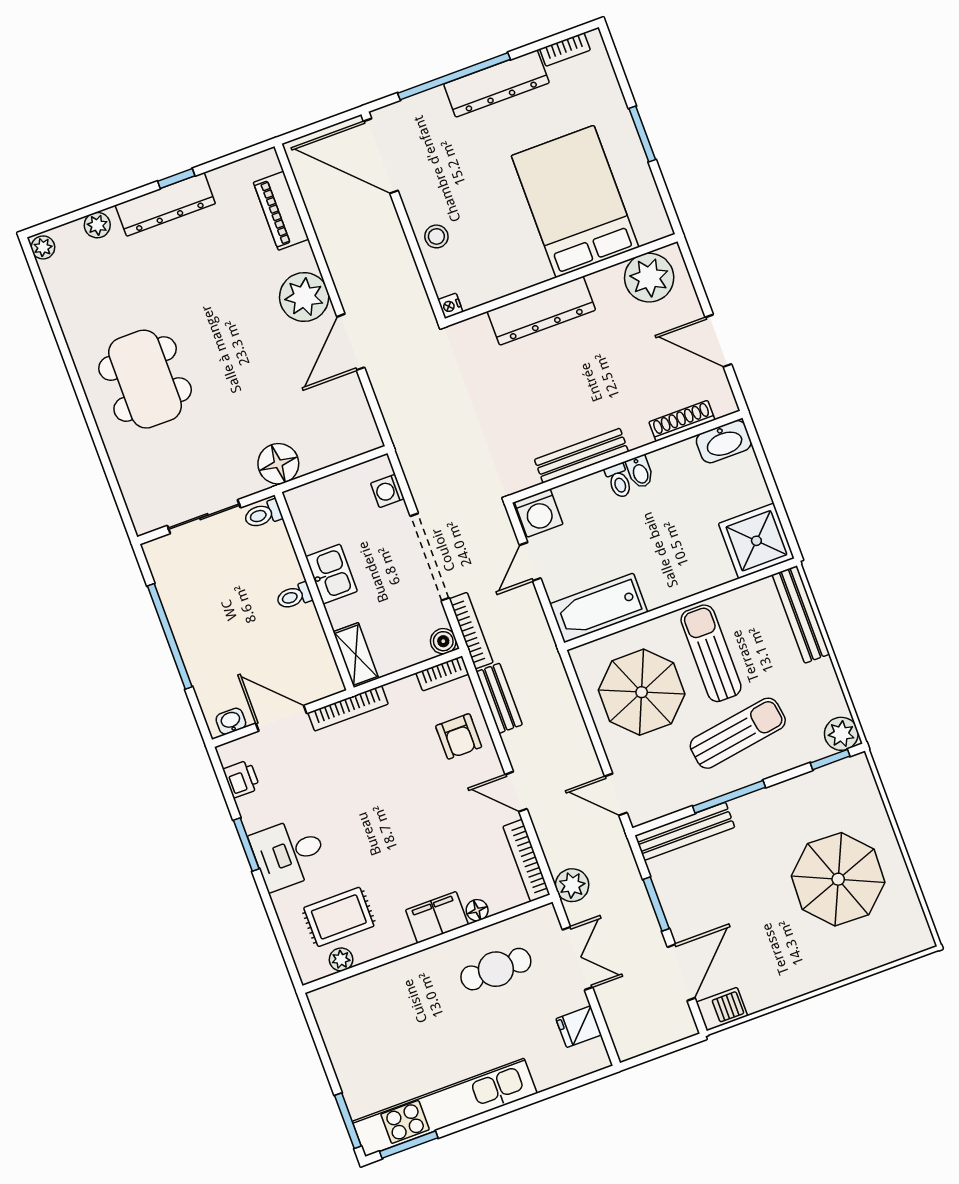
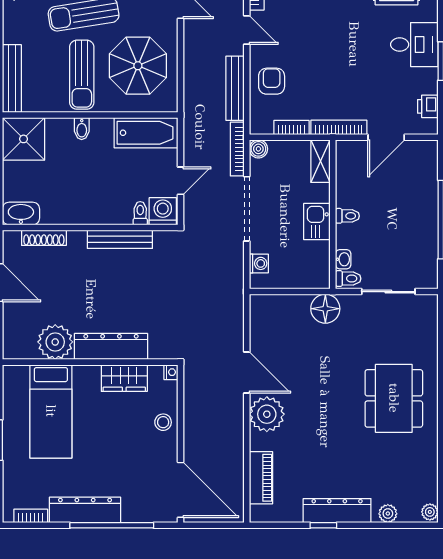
bed: (575, 201) -> (51, 411), width x0.67
wardrobe: (509, 276) -> (124, 378), added
plant: (649, 278) -> (55, 342), moved
door: (351, 342) -> (247, 372), hinge flipped
bidet: (640, 472) -> (82, 129), moved, turned 180
toilet: (619, 481) -> (140, 213), moved
bookcase: (442, 673) -> (291, 127), moved
bench: (499, 698) -> (235, 88), width x1.36
door: (281, 718) -> (386, 137), hinge flipped
washbasin: (231, 721) -> (343, 259), moved, turned -90

